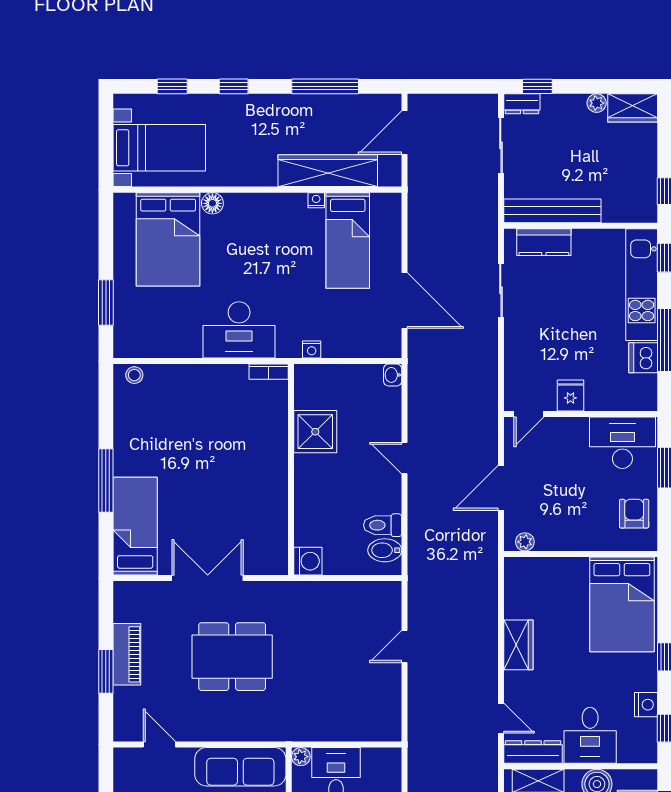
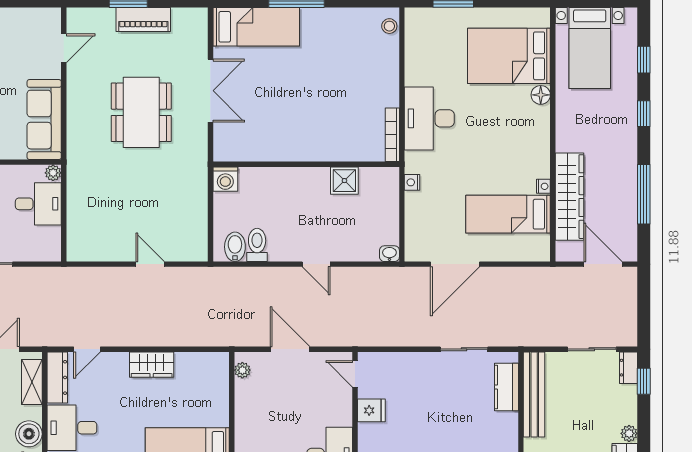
bookcase: (269, 372) -> (392, 135), width x1.56
shower: (315, 432) -> (344, 181), width x0.73, depth x0.73
door: (404, 458) -> (316, 264), swing flipped

